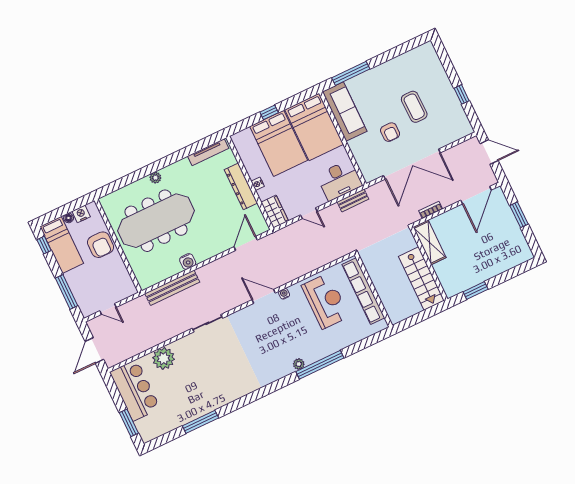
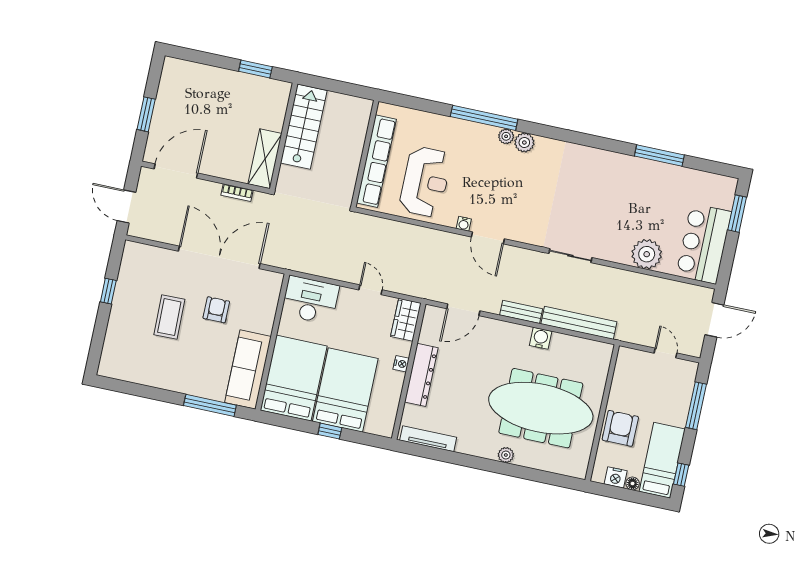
bench: (353, 200) -> (521, 312), moved
reception desk: (326, 301) -> (425, 182), turned 180
plant: (285, 369) -> (524, 142), added

